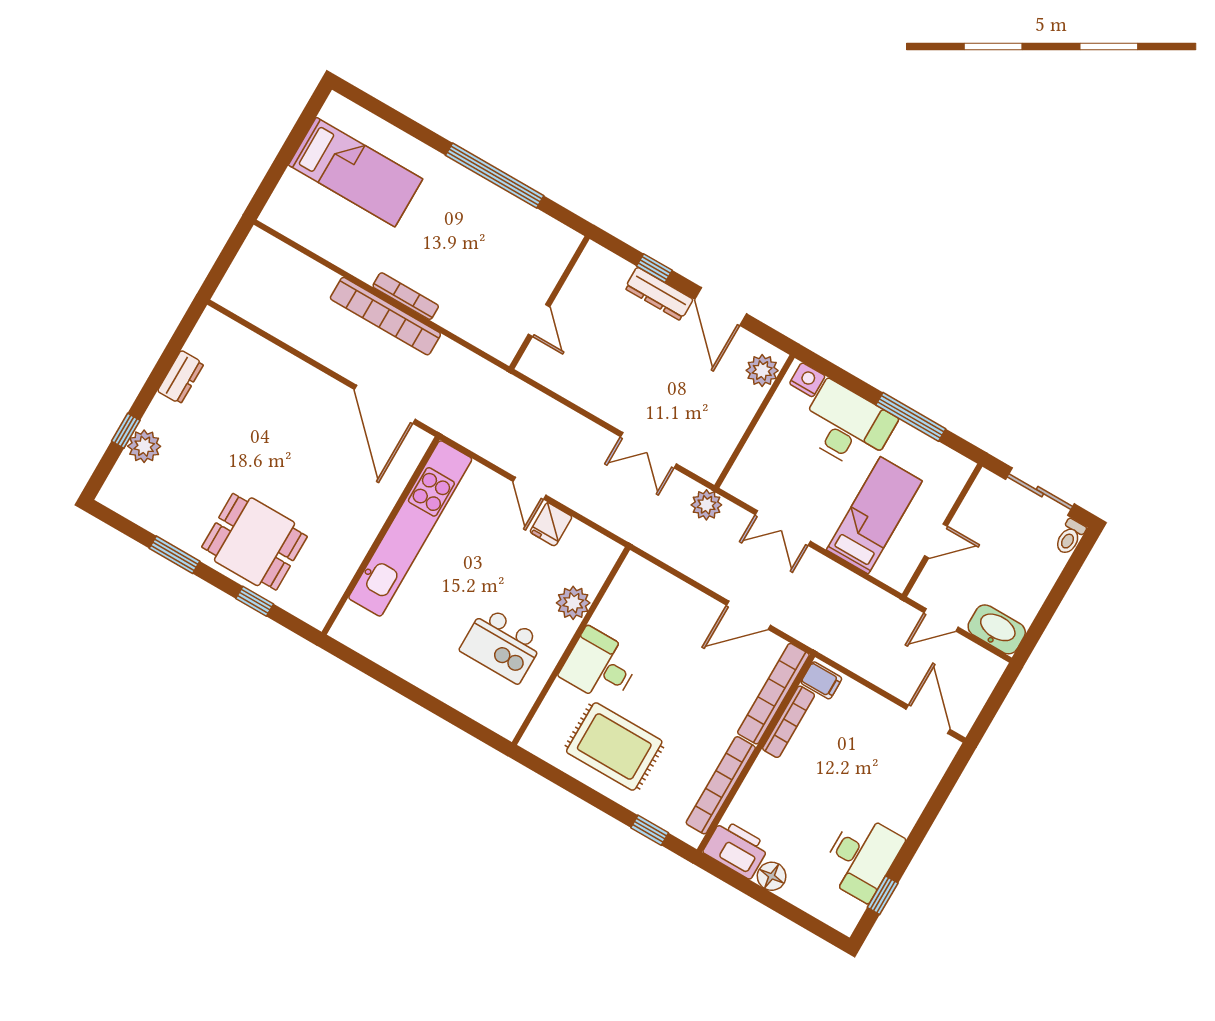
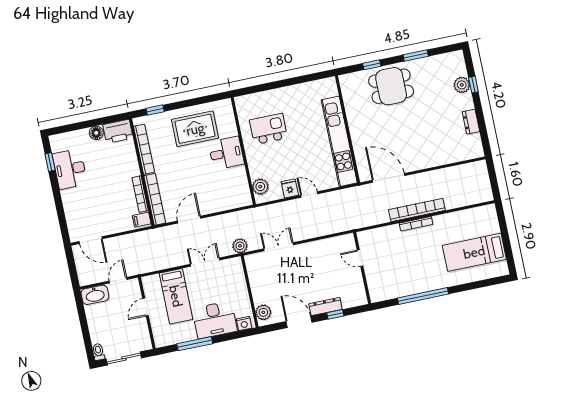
plant: (573, 603) -> (260, 187), moved

